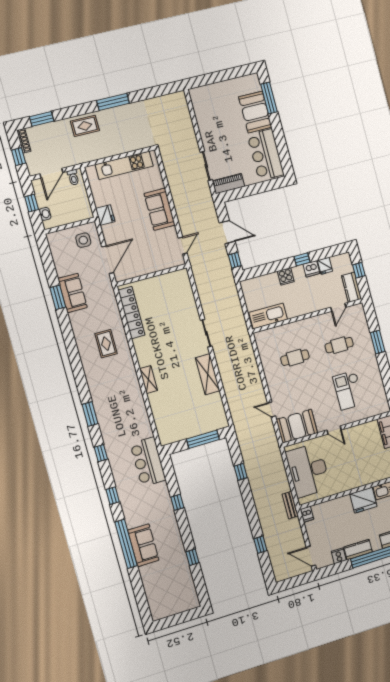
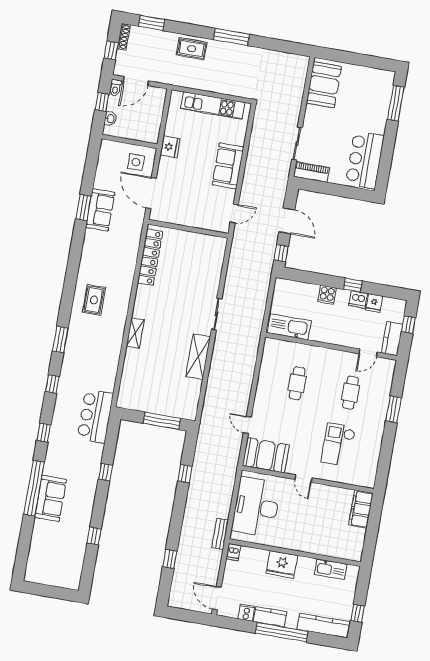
booth: (255, 112) -> (324, 85), moved
toilet: (73, 177) -> (115, 88), moved
door: (108, 260) -> (151, 193), swing flipped
rug: (106, 344) -> (94, 300), moved
cafe table: (339, 345) -> (350, 393), turned 90
cafe table: (295, 358) -> (297, 383), turned 90
fridge: (363, 500) -> (282, 564), moved

